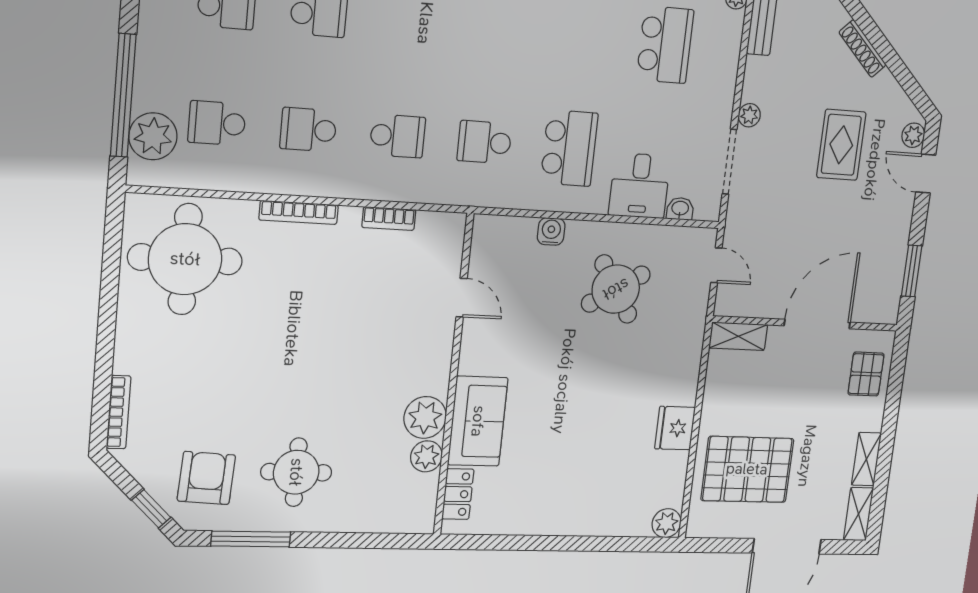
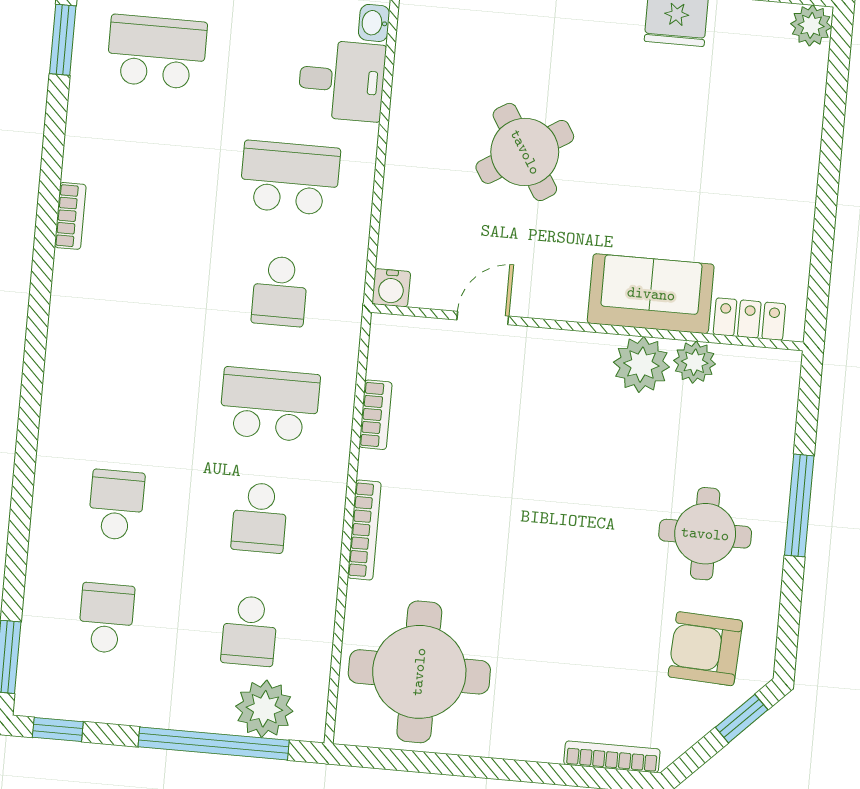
school desk: (398, 136) -> (270, 404), width x1.85
water cooler: (551, 231) -> (391, 288), moved, turned -90
round table: (616, 289) -> (525, 152), moved
window: (251, 539) -> (799, 505), moved

